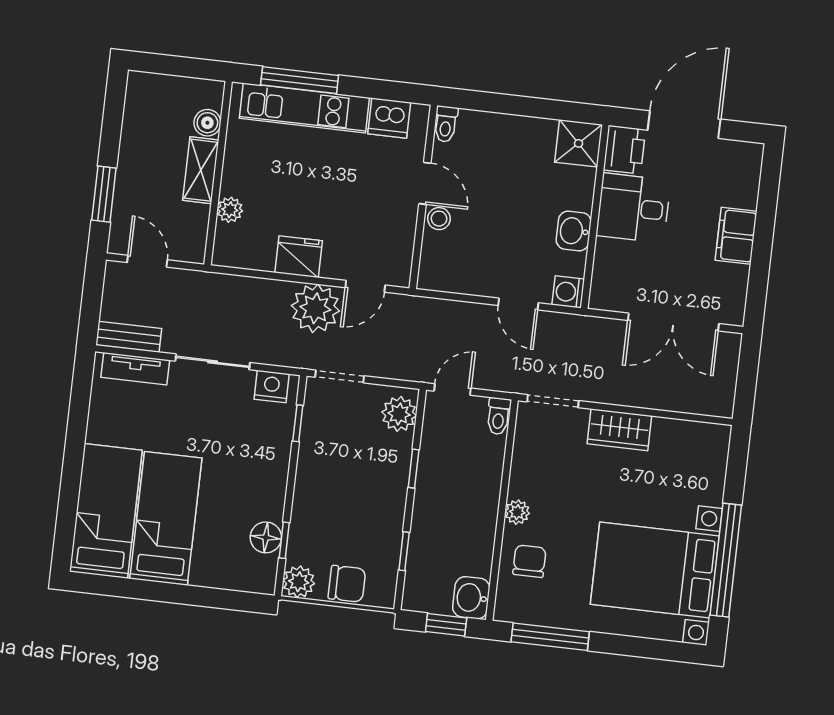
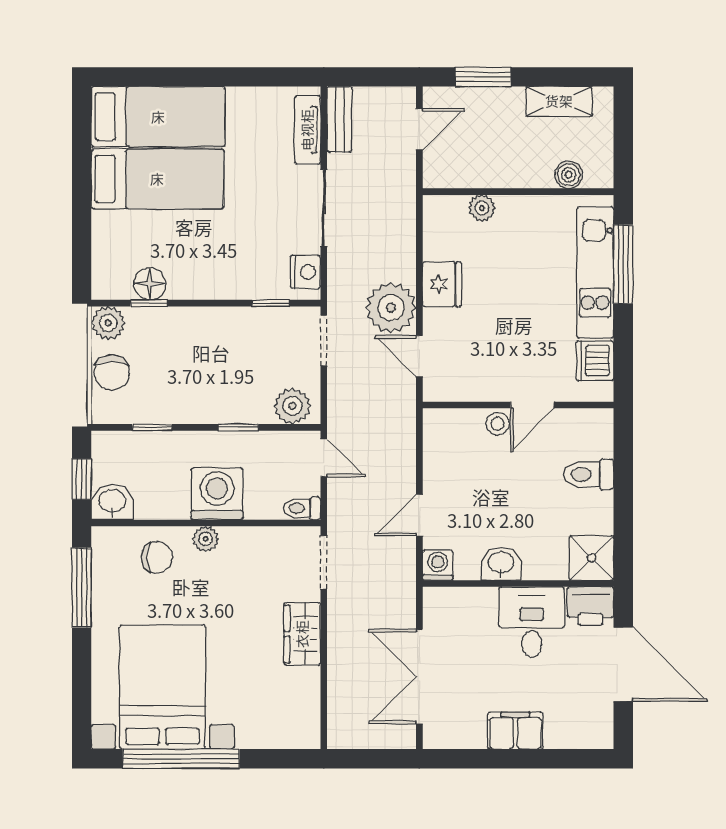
toilet: (446, 124) -> (588, 474), moved, width x1.37, depth x1.39
shelving: (201, 170) -> (559, 101), moved
washing machine: (475, 496) -> (217, 494), added

